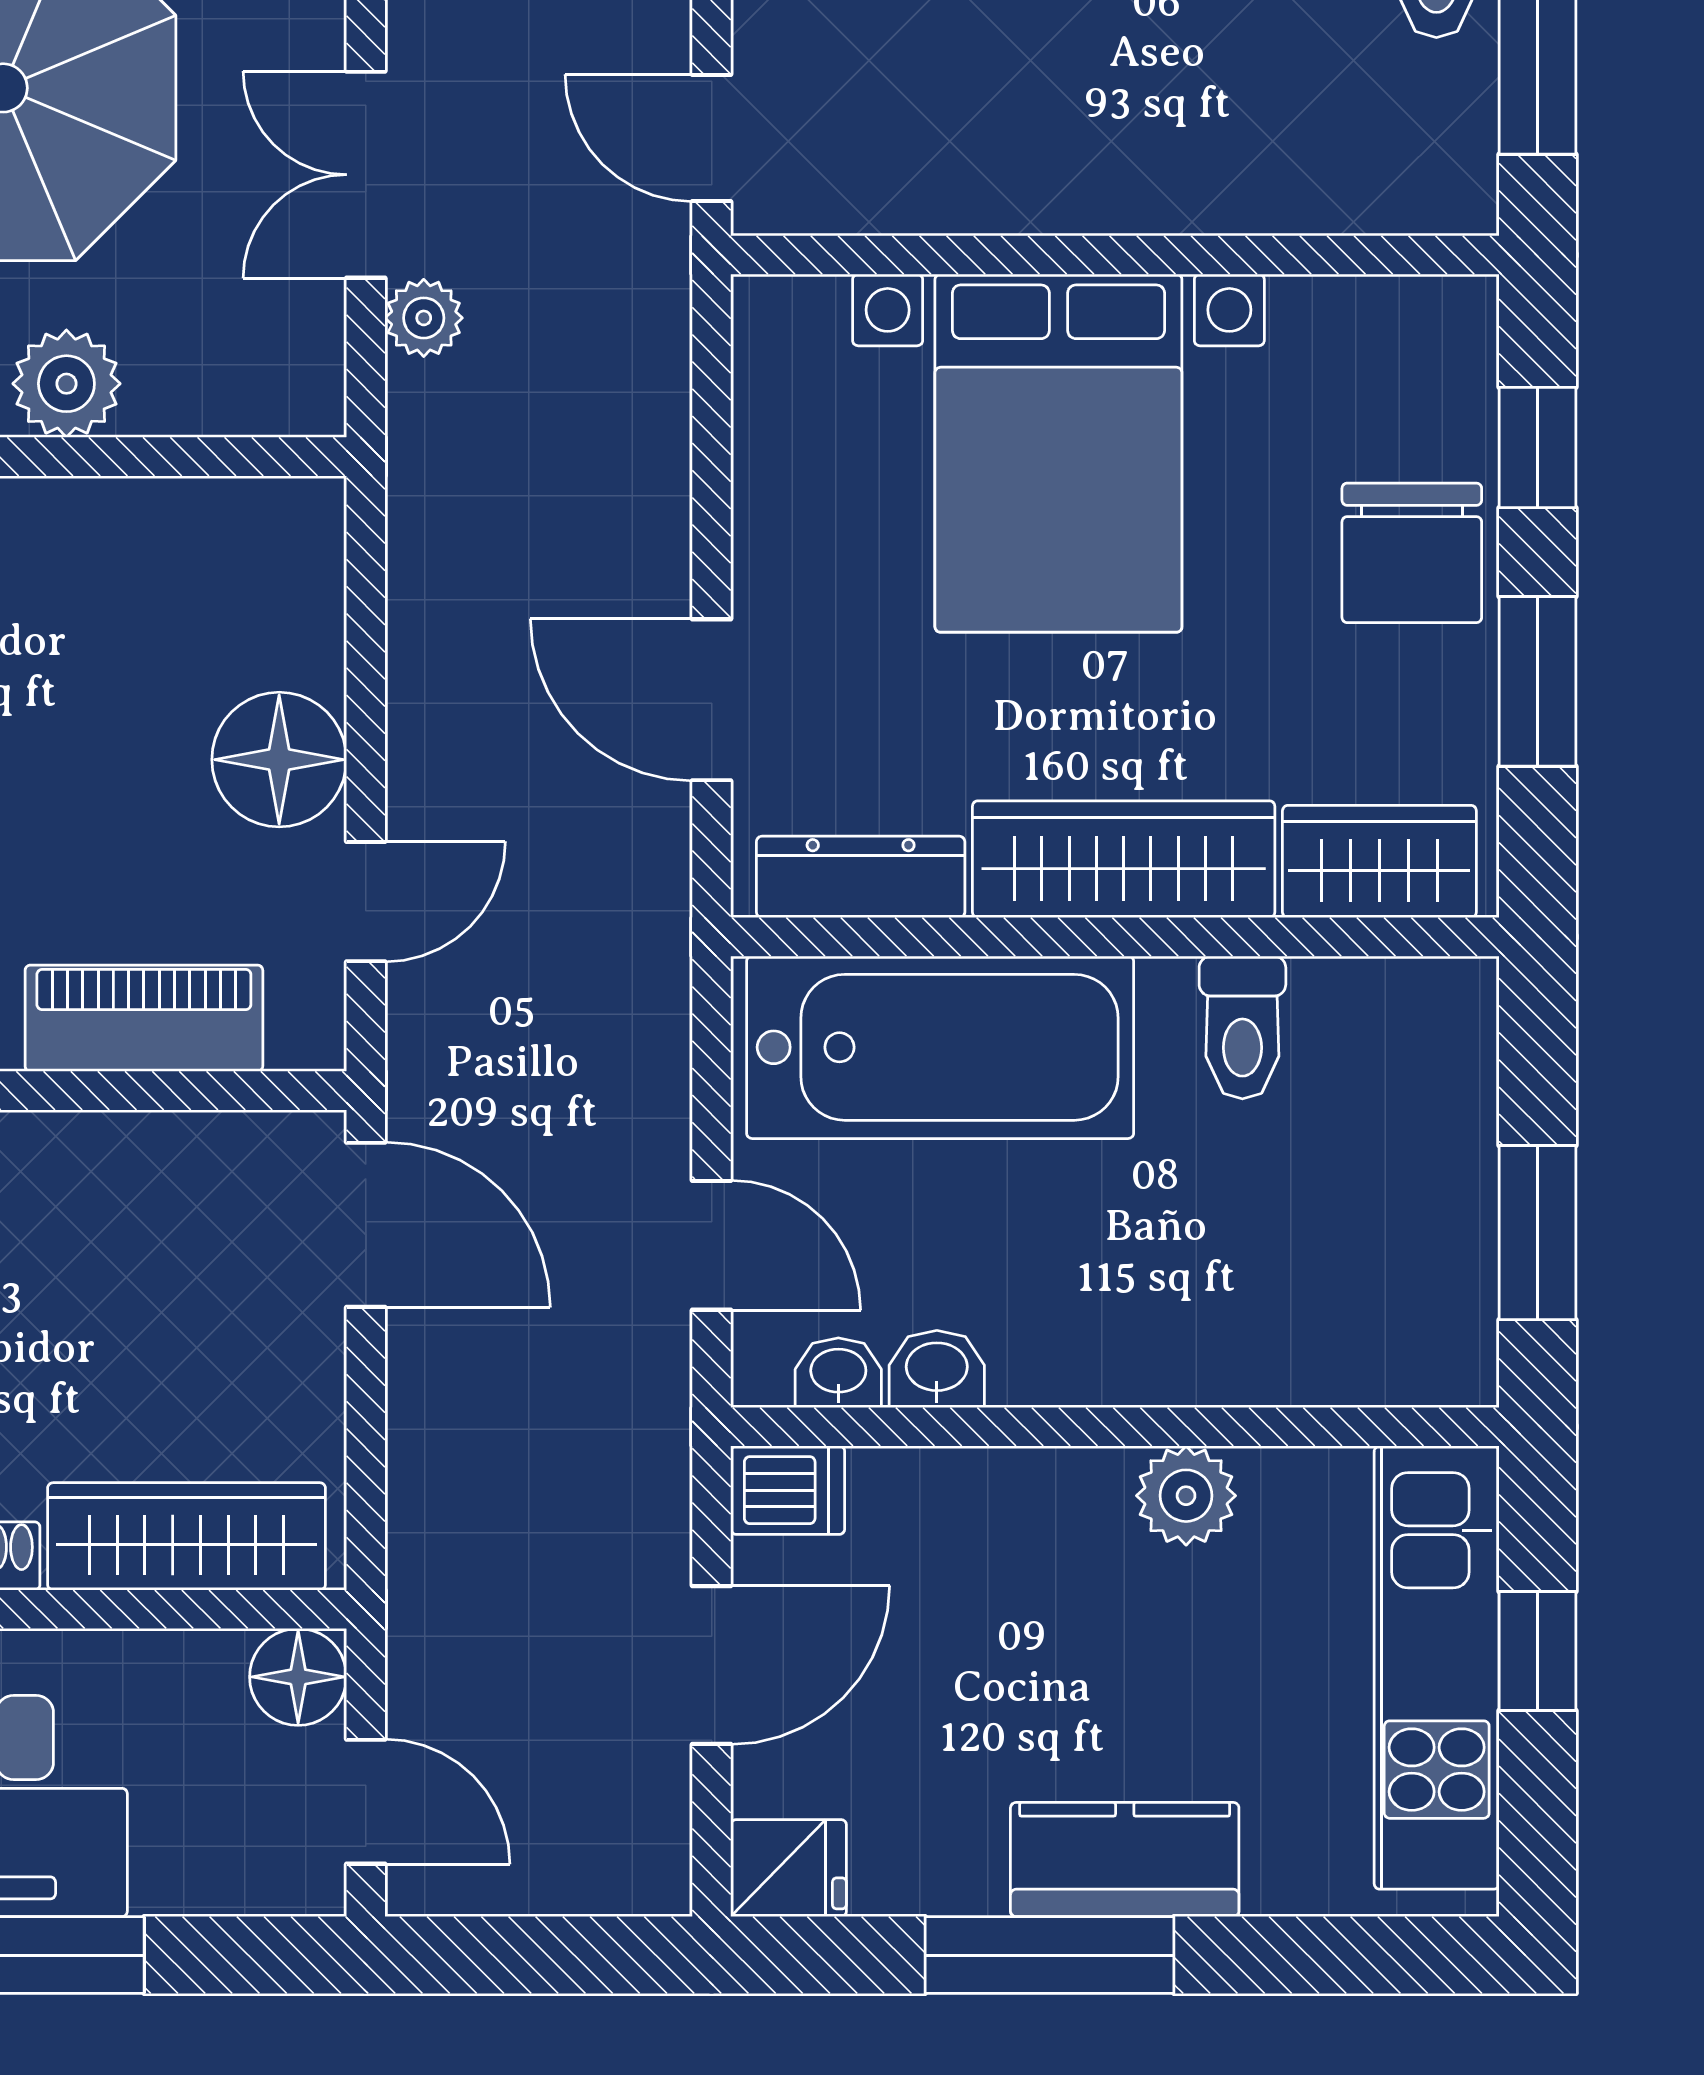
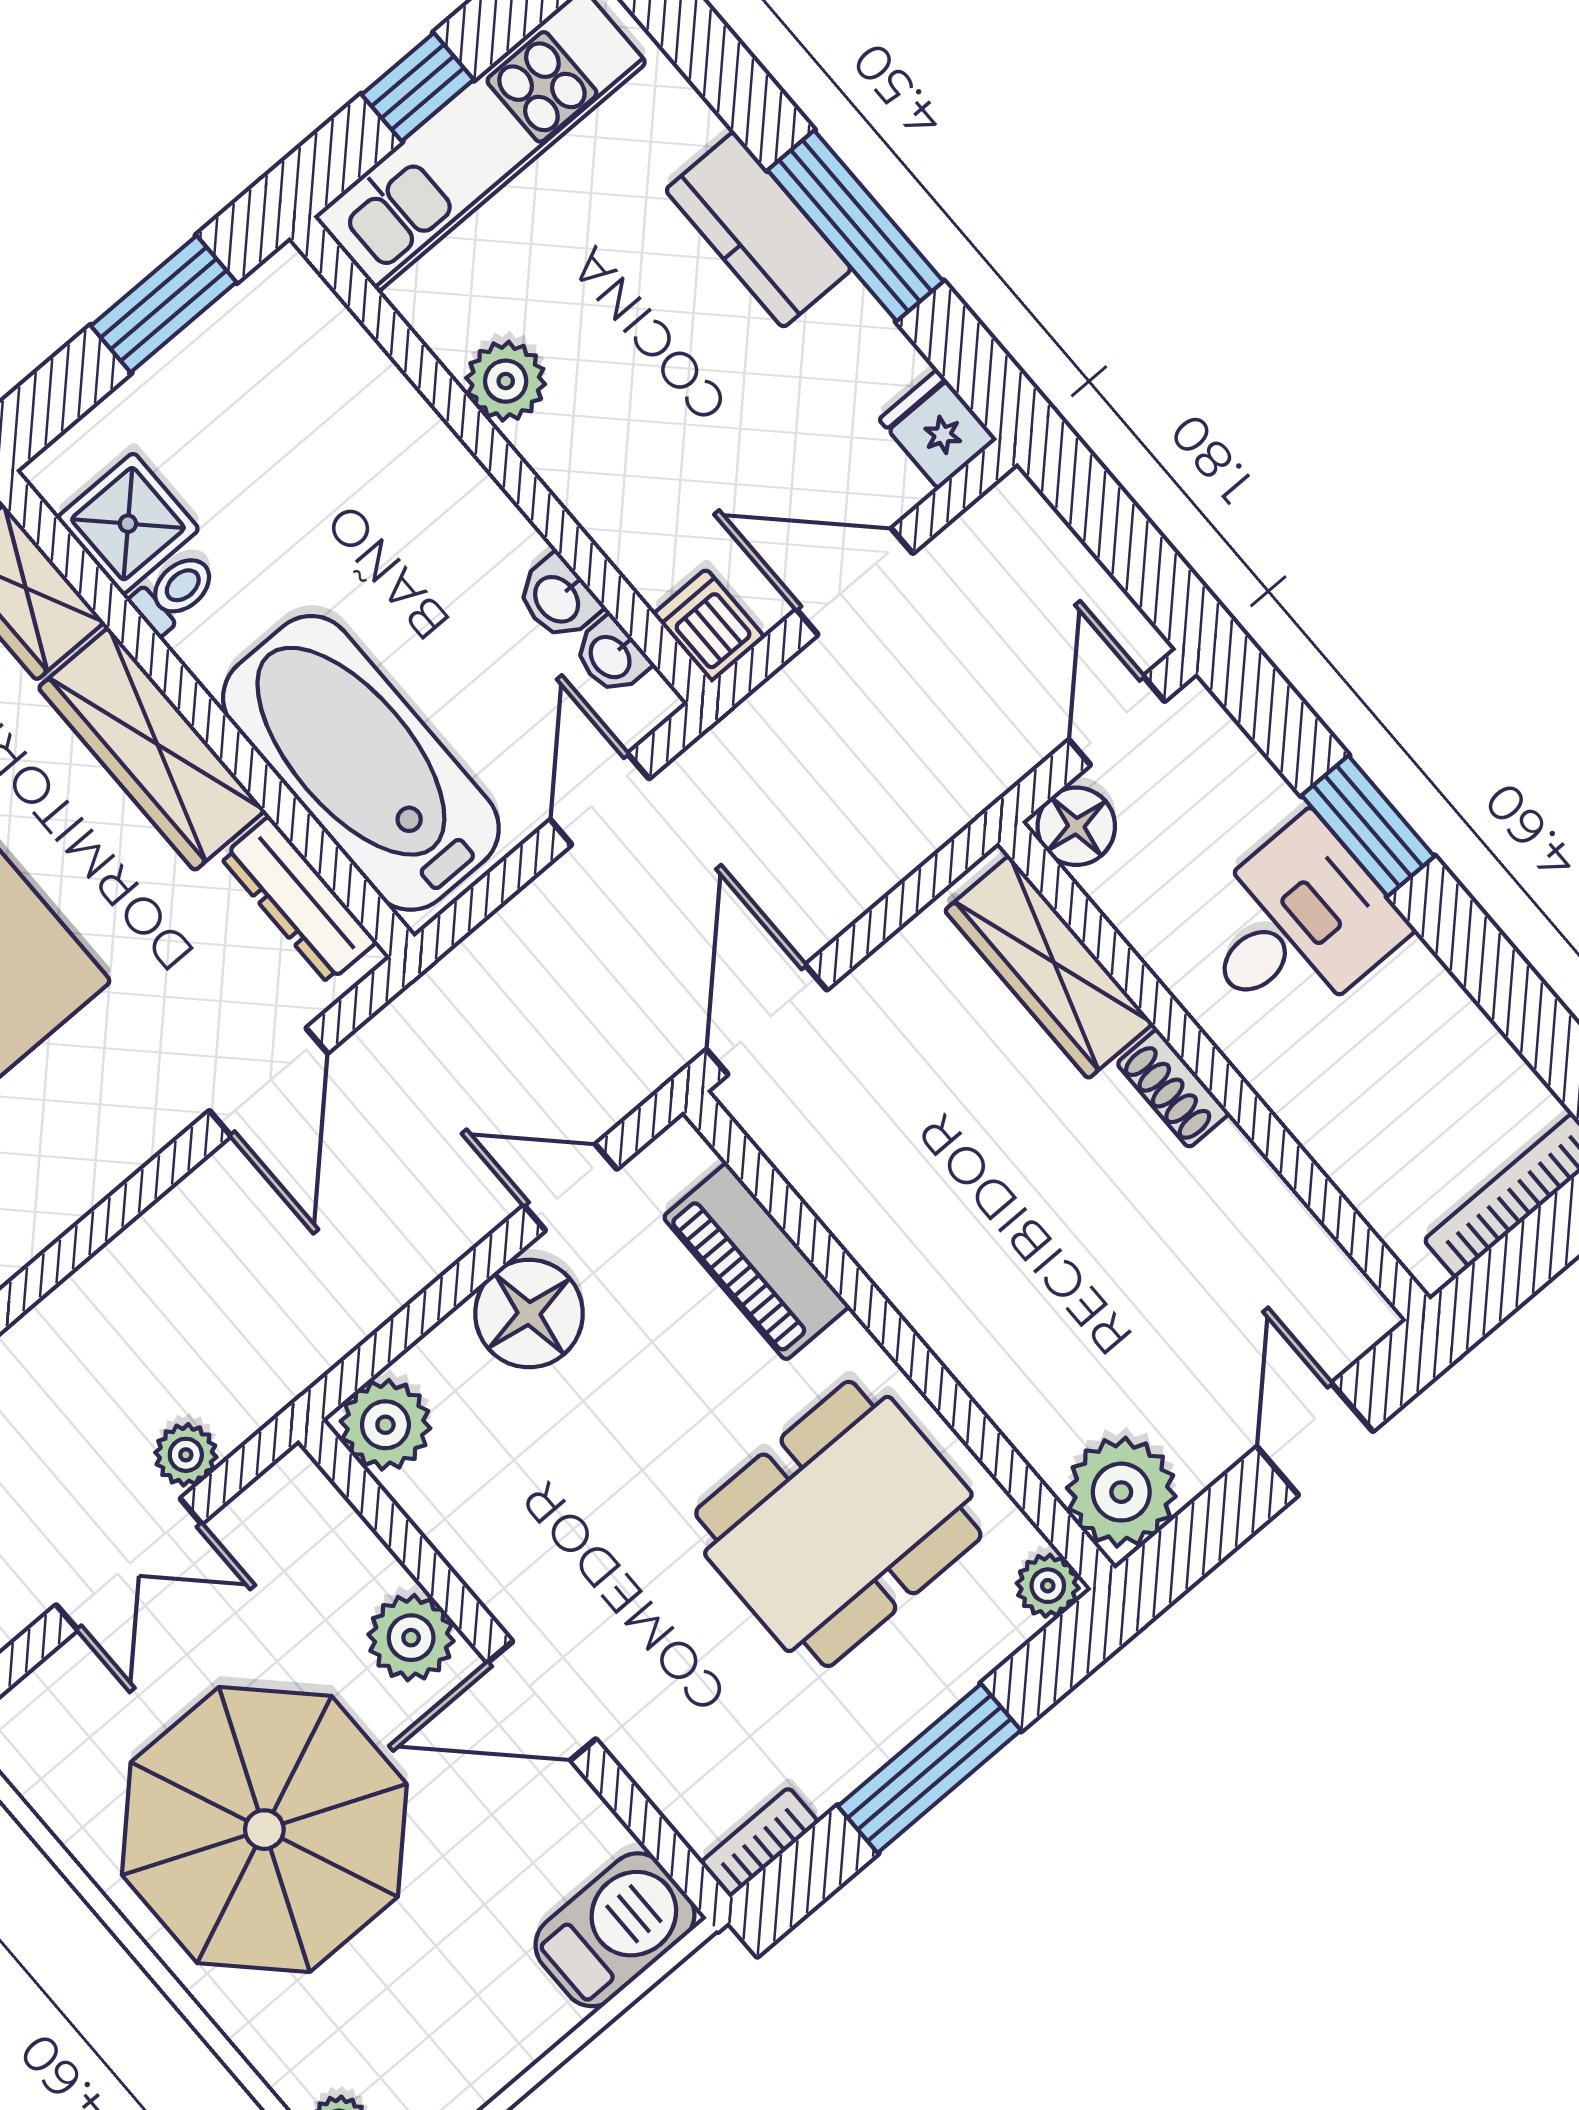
plant: (290, 532) -> (385, 1425), added
shower: (1357, 1020) -> (128, 524), added
toilet: (1242, 1028) -> (174, 593), width x0.73, depth x0.72

